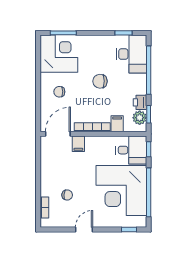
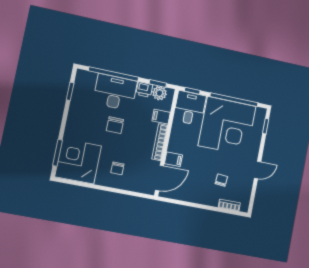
desk: (131, 54) -> (115, 92), moved
door: (58, 134) -> (160, 178), swing flipped
door: (84, 229) -> (258, 170), swing flipped

